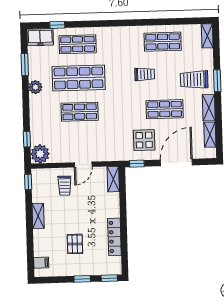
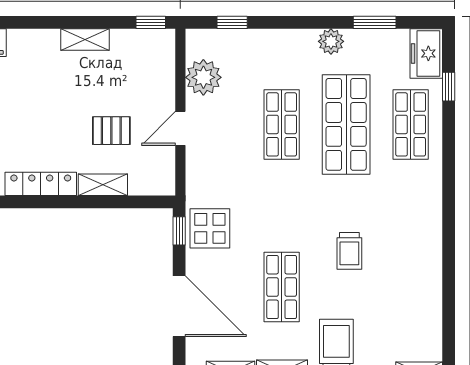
shop shelf: (163, 42) -> (411, 287), removed
display table: (144, 140) -> (210, 228), moved
plant: (40, 154) -> (203, 77), moved
door: (83, 165) -> (180, 128), hinge flipped
shelving: (113, 179) -> (103, 185), moved
trolley: (65, 186) -> (141, 92), removed
pallet: (75, 244) -> (111, 131), moved

